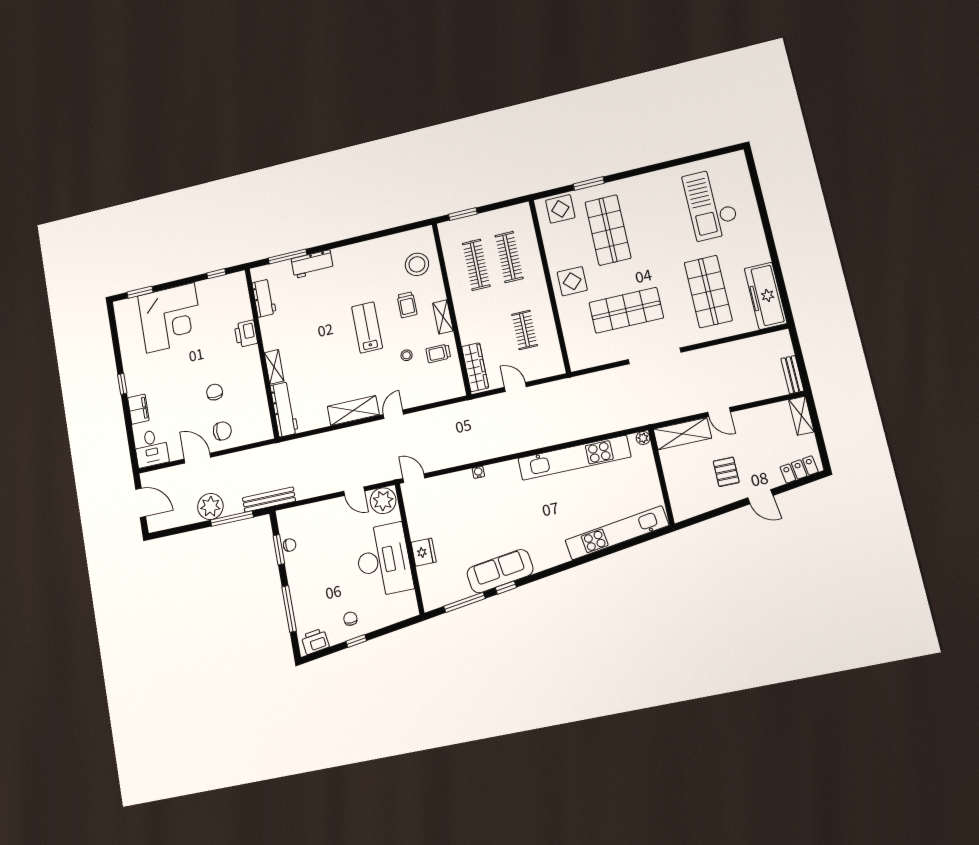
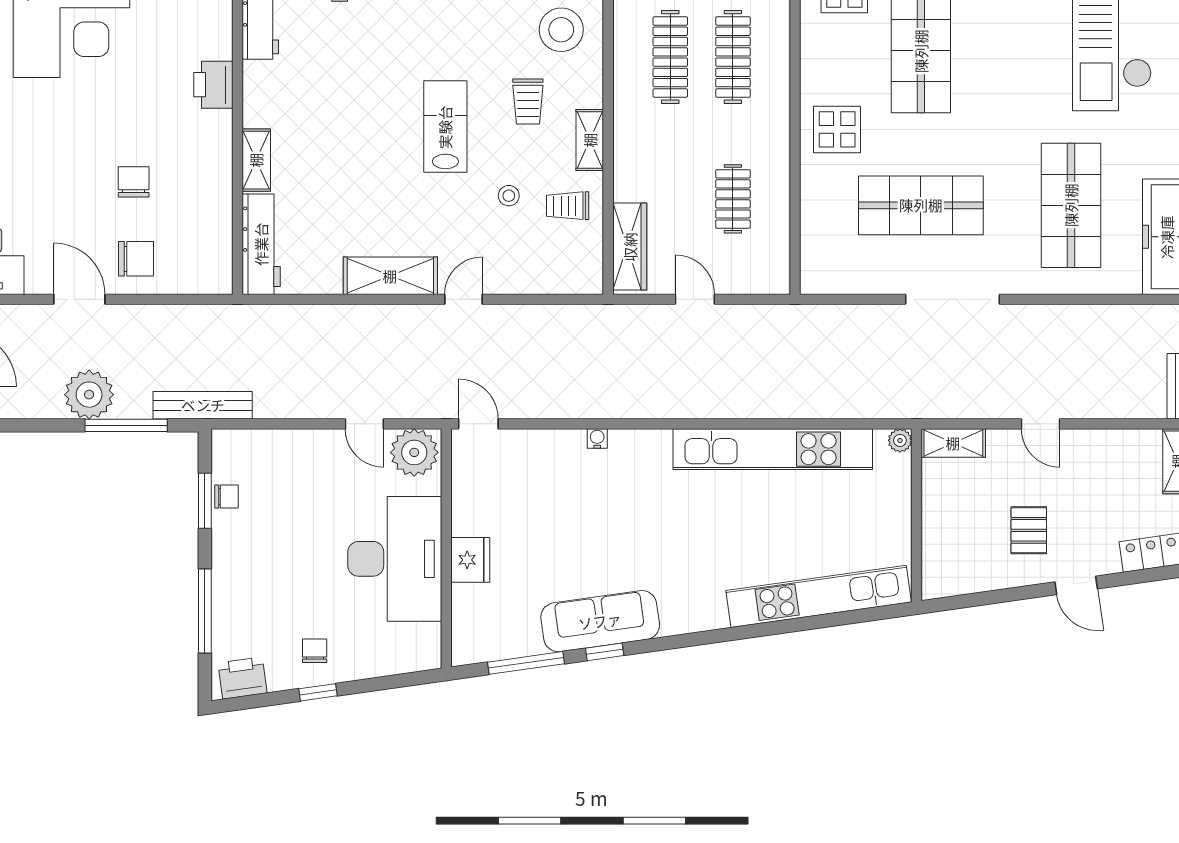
shelving: (682, 434) -> (953, 443), width x0.67, depth x0.75

